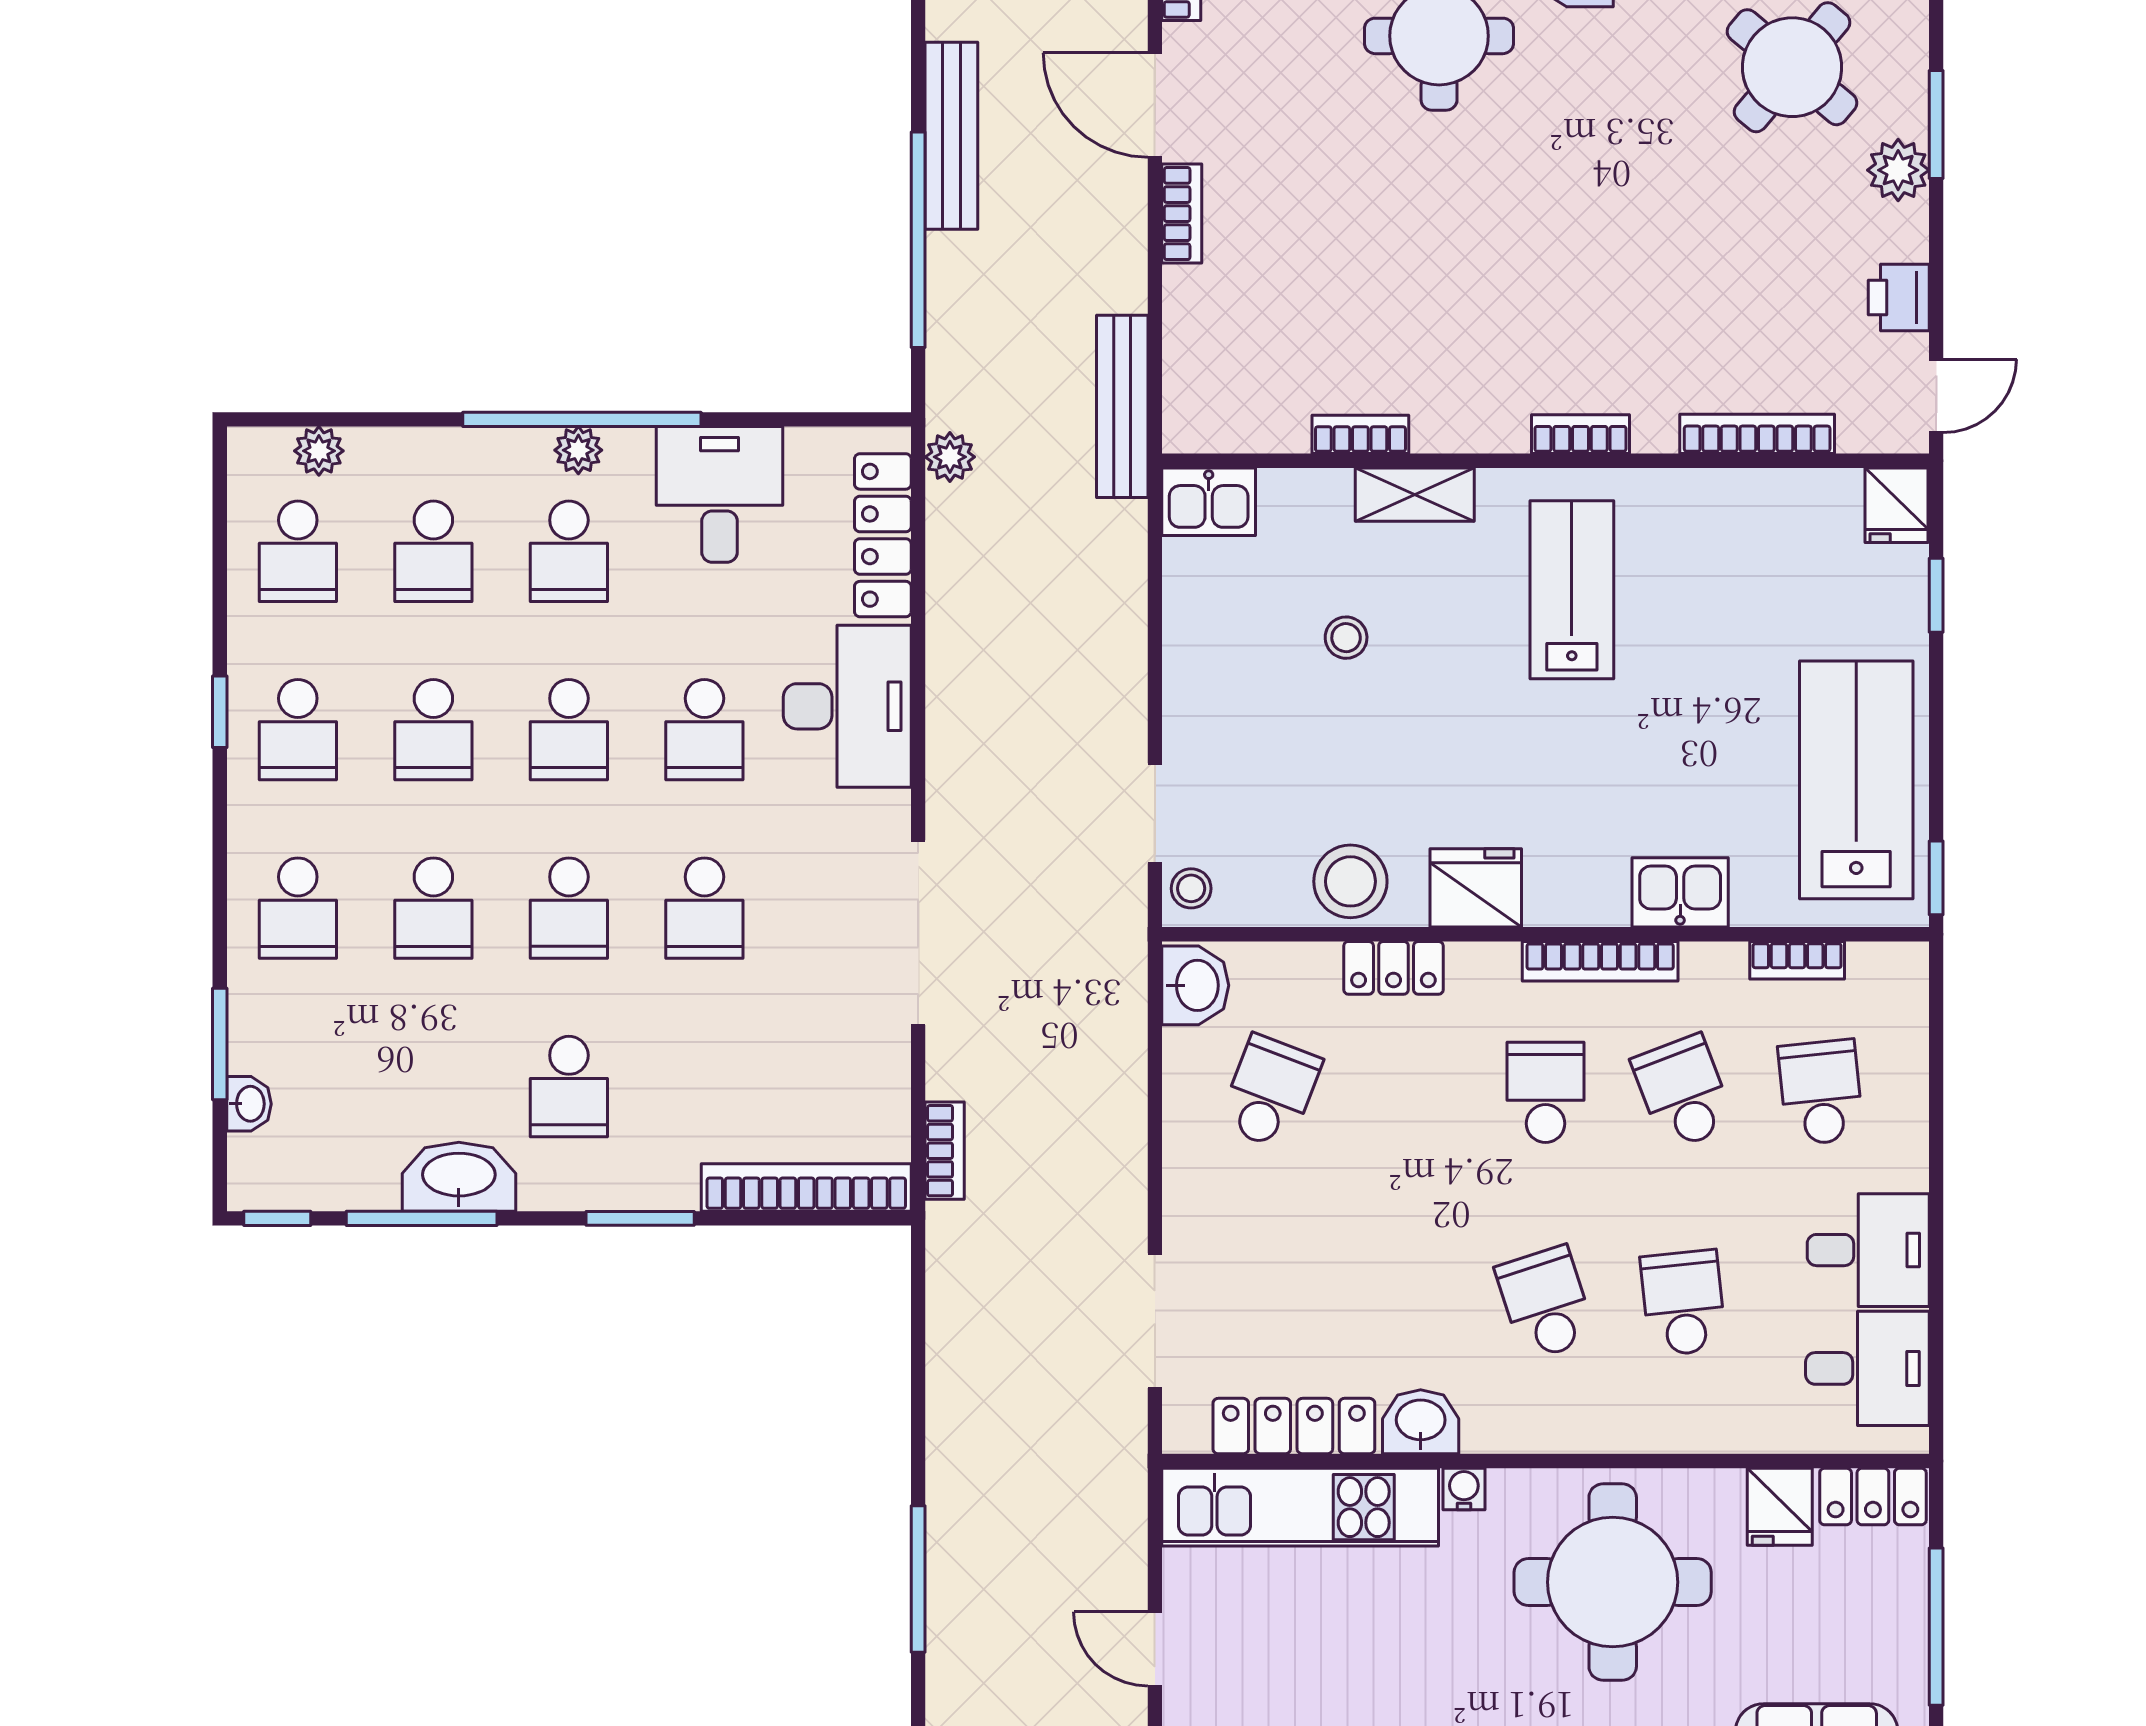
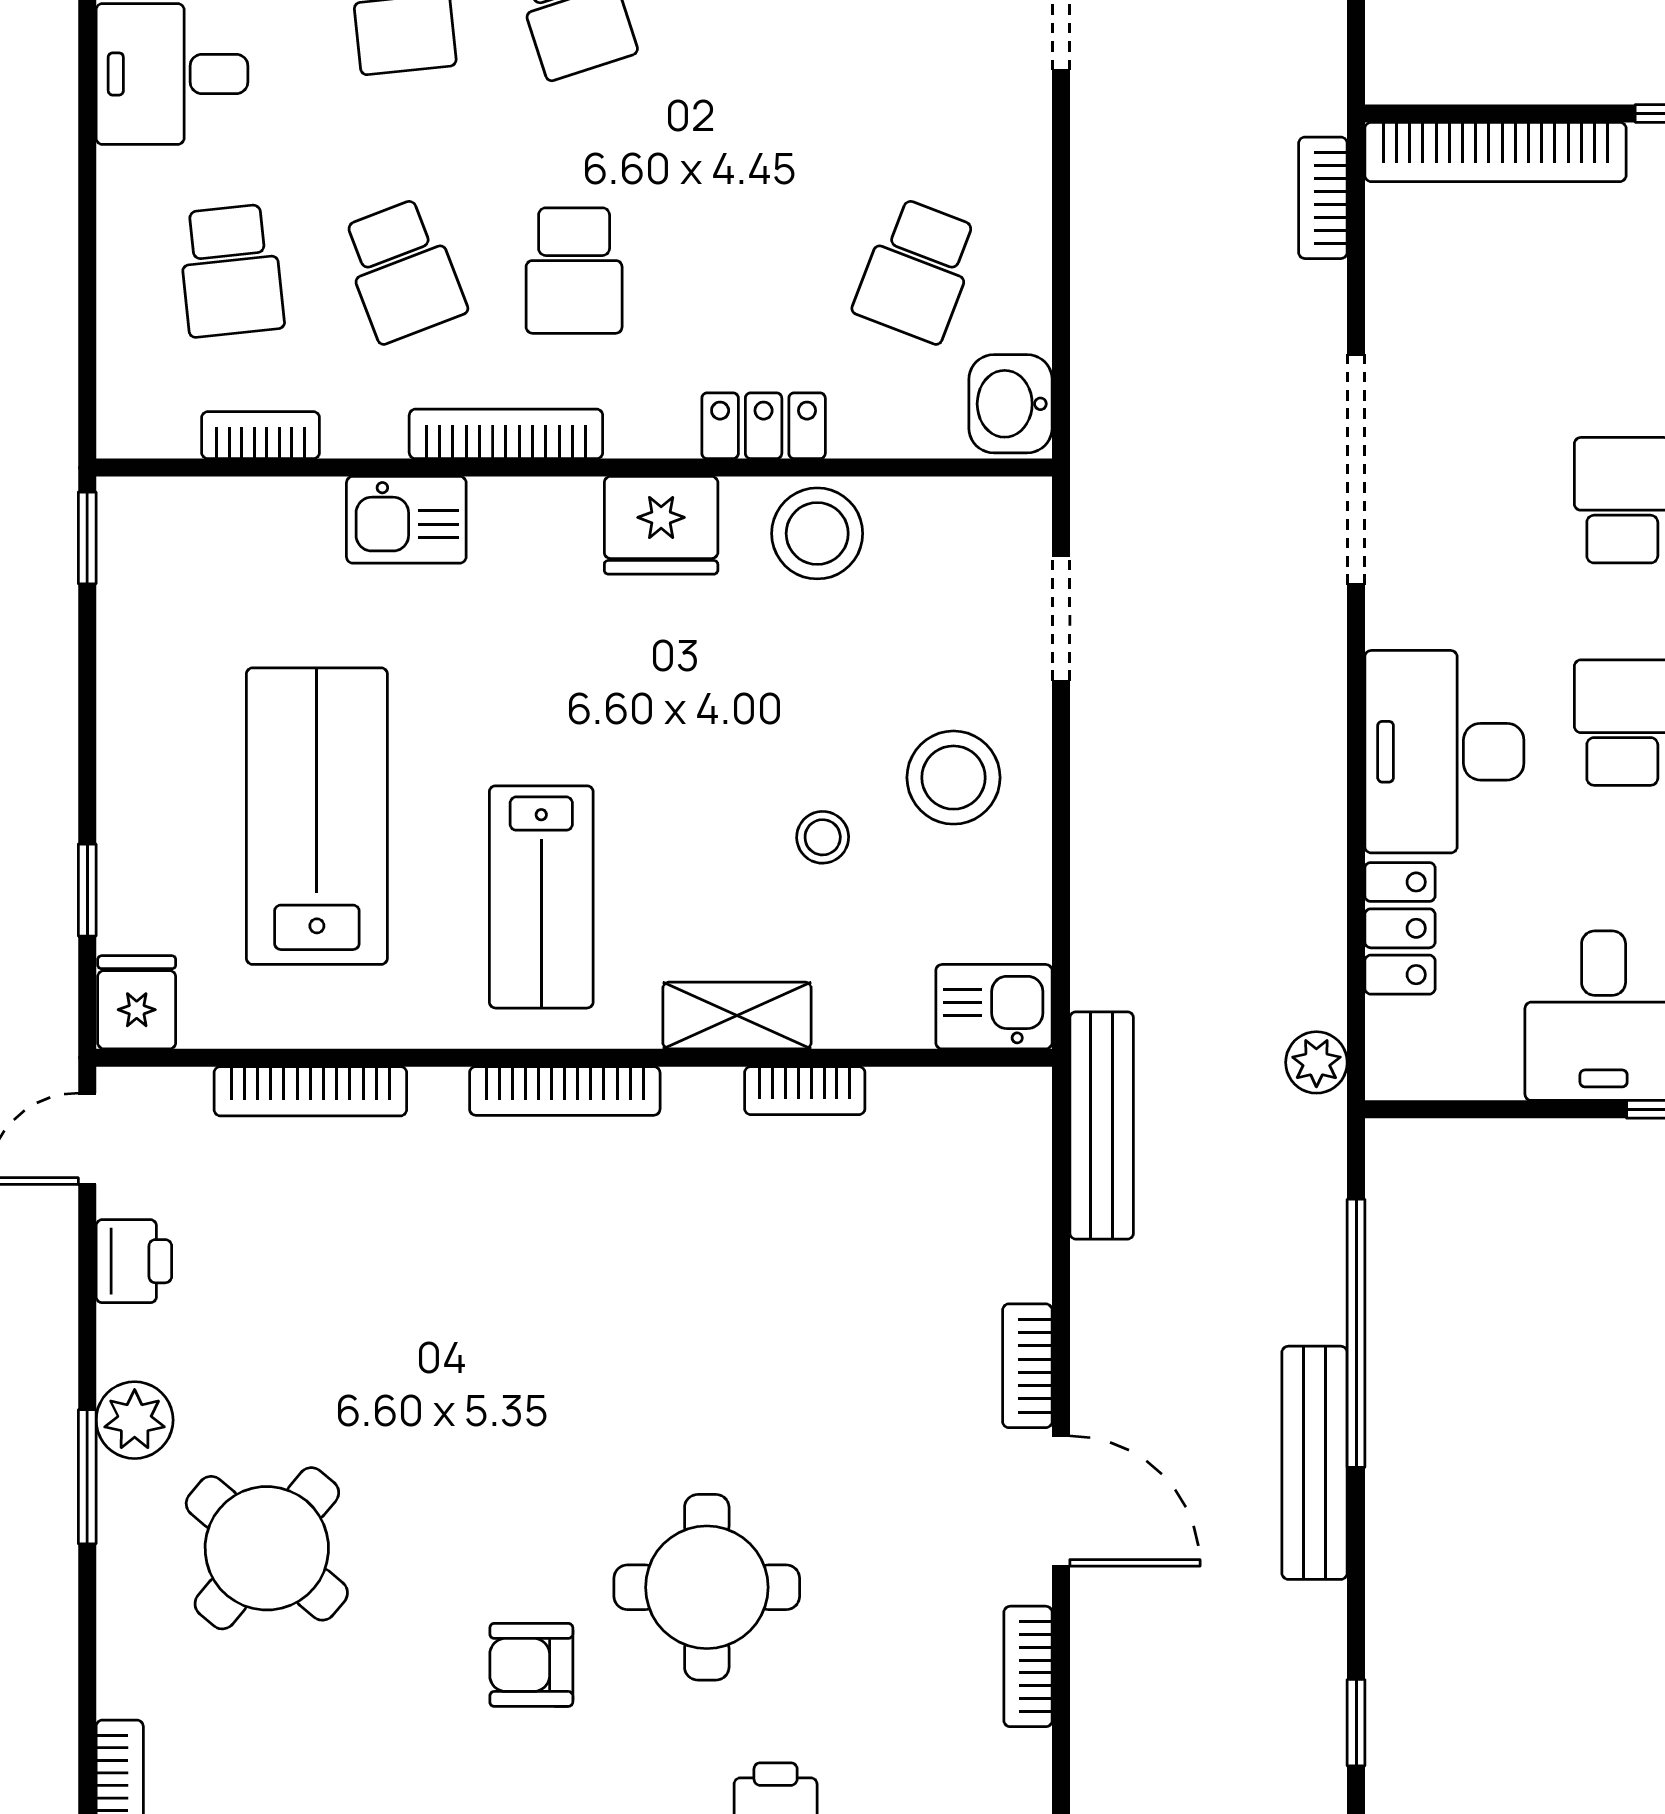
bookcase: (1580, 434) -> (565, 1091), width x1.56
locker: (883, 535) -> (1400, 928), width x0.66
lab bench: (1856, 780) -> (317, 816), moved, turned 180
stool: (1191, 888) -> (953, 778), moved, width x1.89, depth x1.89

